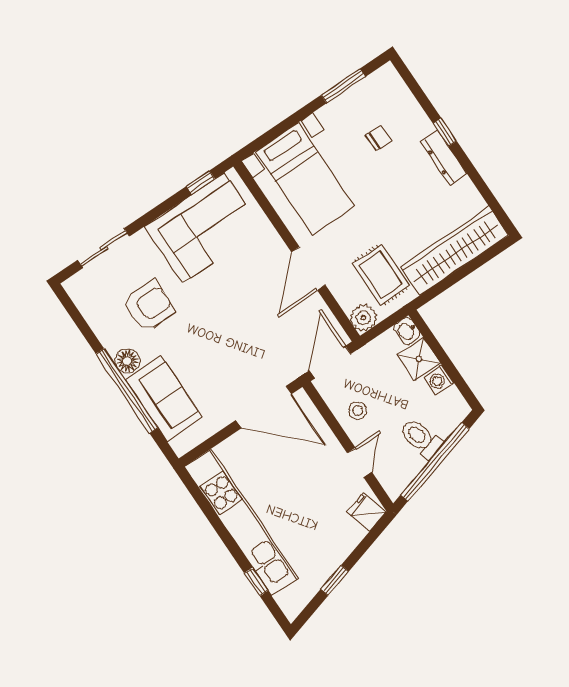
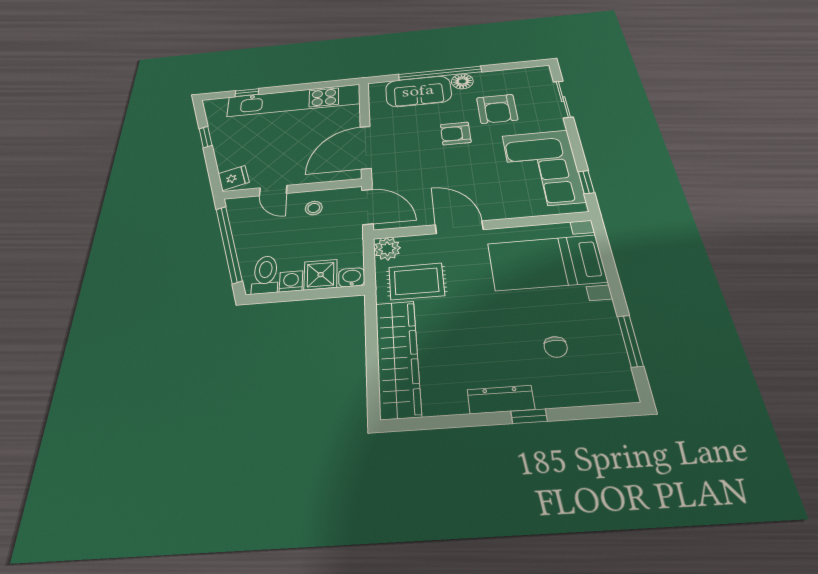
armchair: (202, 330) -> (456, 133), added
toilet: (421, 438) -> (265, 275), moved, turned -74

